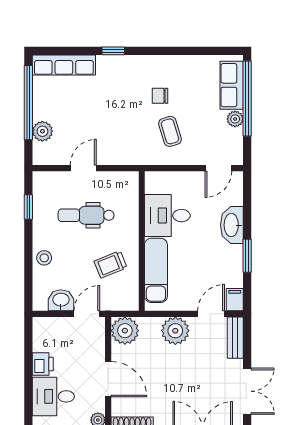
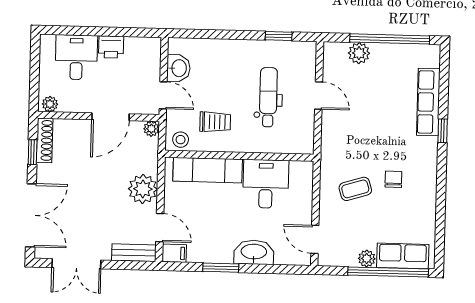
row of seats: (64, 65) -> (428, 102), moved
stool: (44, 258) -> (181, 140), moved
trolley: (111, 264) -> (215, 122), turned 112
plant: (125, 331) -> (151, 129), width x0.53, depth x0.53
door: (108, 379) -> (110, 117), moved

